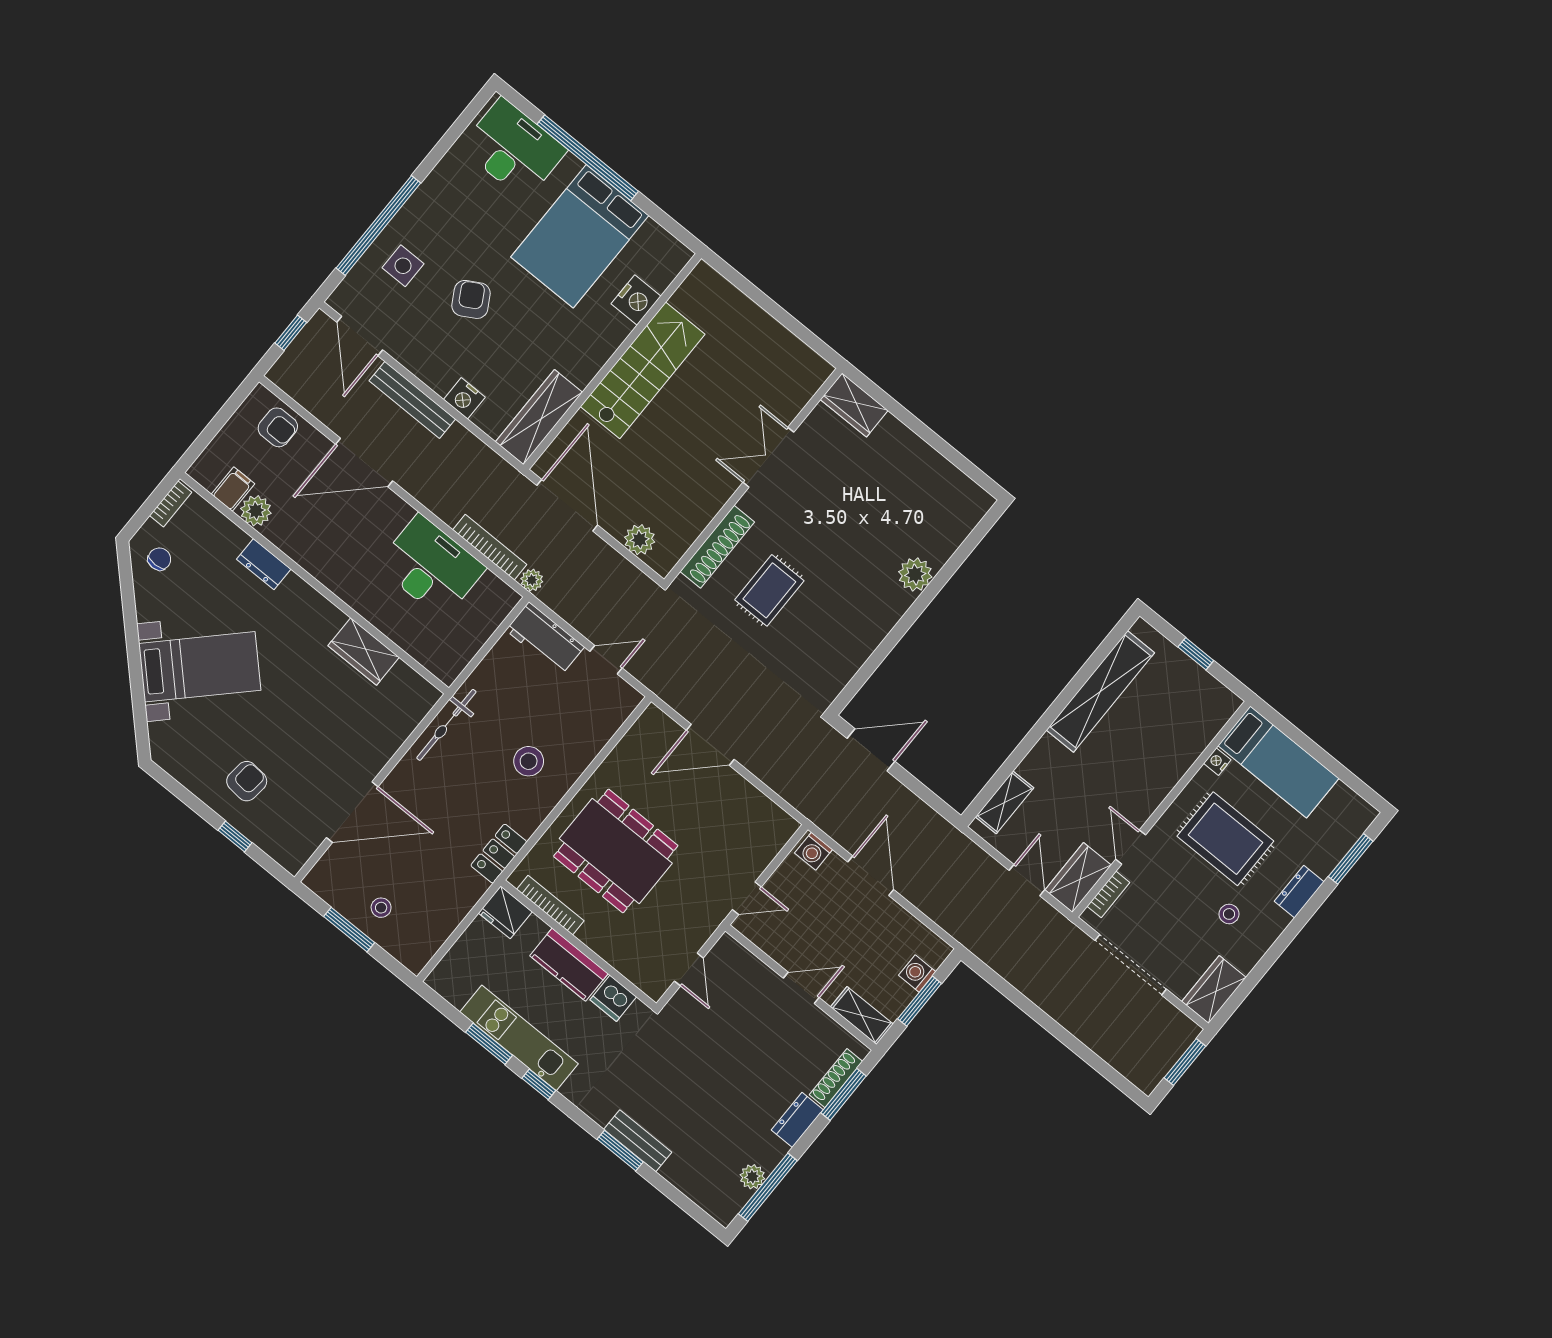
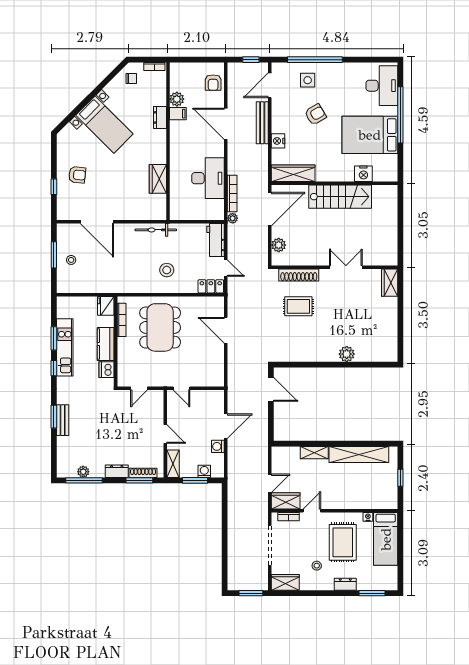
filing cabinet: (233, 489) -> (178, 114), moved
shelving: (1005, 802) -> (314, 453), moved
washing machine: (814, 851) -> (218, 446), moved
locker: (499, 854) -> (211, 286), moved

